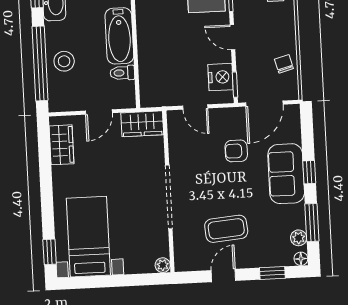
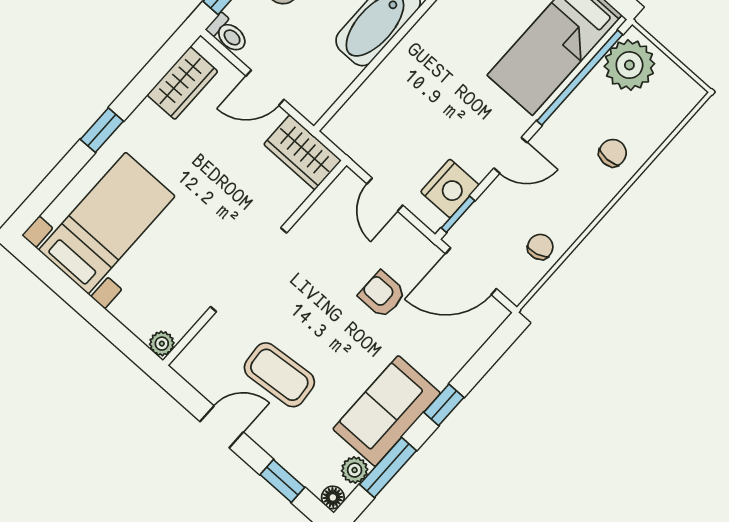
door: (233, 37) -> (511, 155), swing flipped
toilet: (122, 73) -> (228, 34), moved, turned 180
sofa: (286, 174) -> (387, 411), moved
window: (50, 252) -> (102, 130), moved

